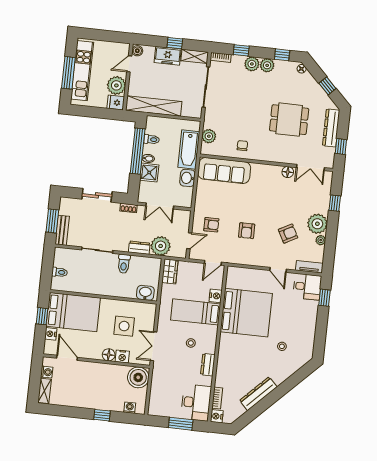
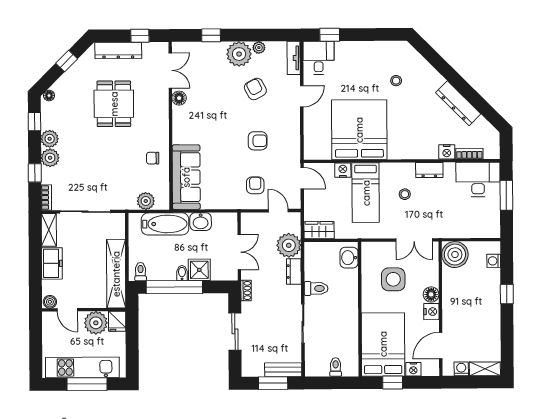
window: (175, 43) -> (35, 256), removed
toilet: (152, 139) -> (141, 272), moved
nightstand: (122, 356) -> (431, 312), moved
nightstand: (217, 416) -> (447, 152), moved

